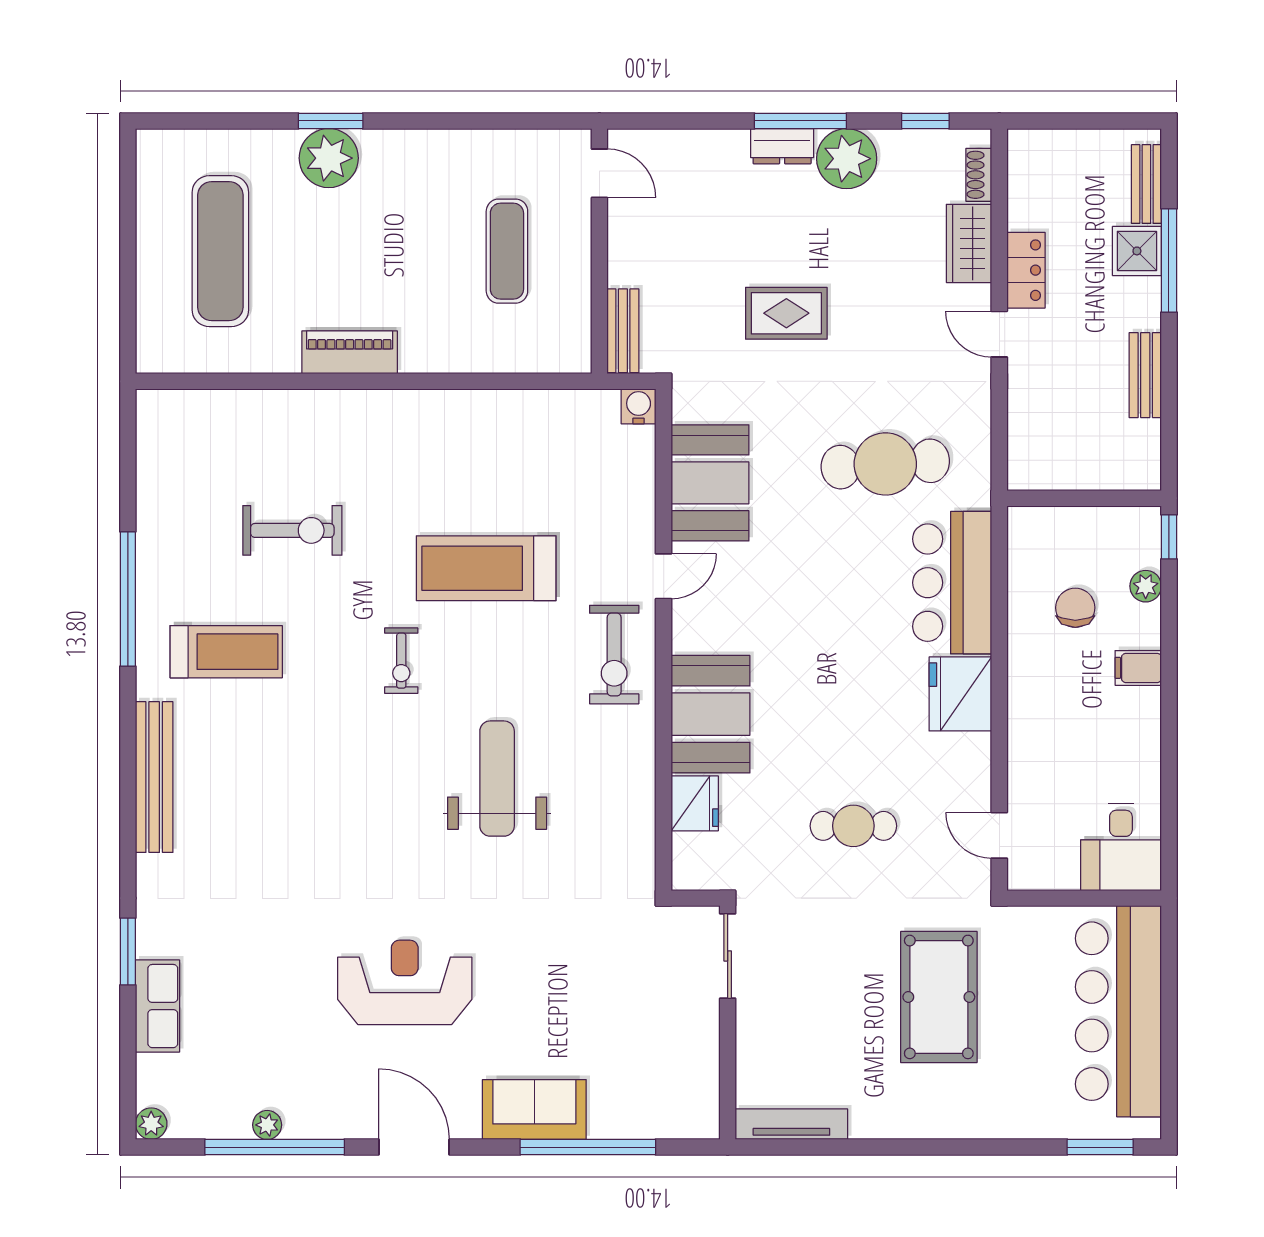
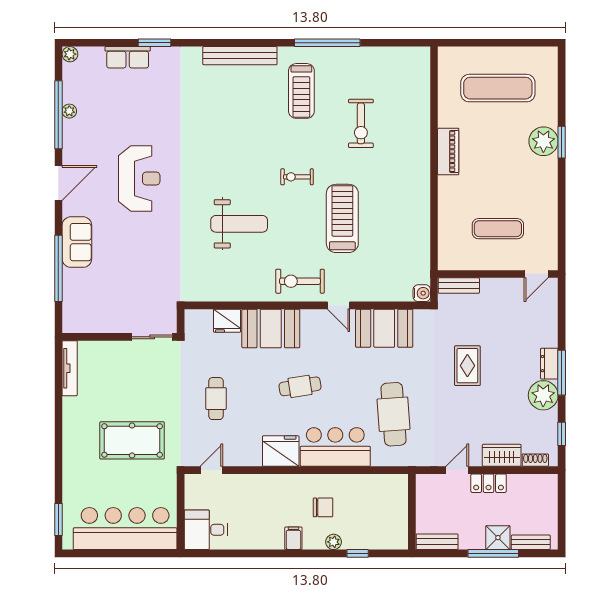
wall: (1084, 498) -> (412, 512), moved
cafe table: (829, 655) -> (300, 386), added

